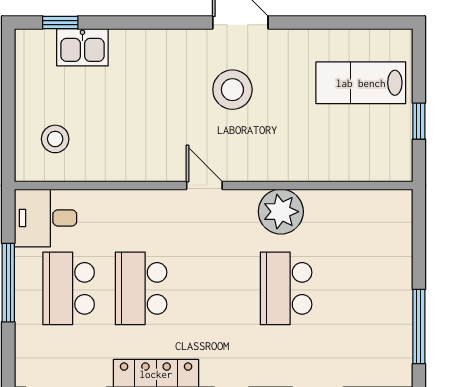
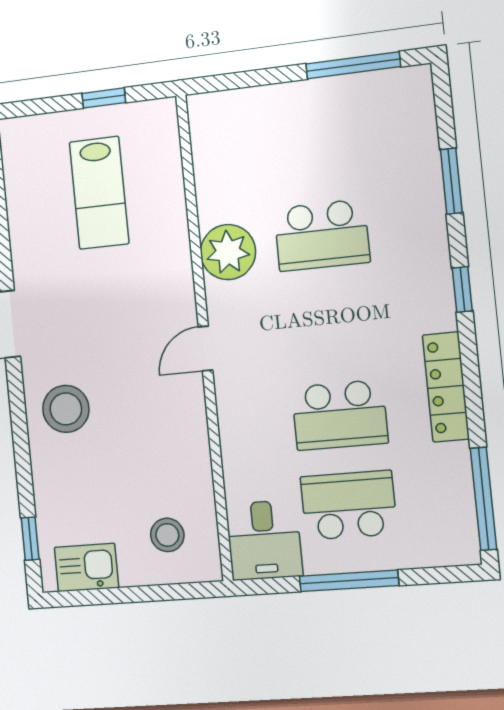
kitchen sink: (82, 47) -> (86, 568), moved, turned -90
lab bench: (361, 83) -> (99, 193), moved
stool: (232, 90) -> (66, 409), moved
school desk: (69, 288) -> (349, 505), turned 180

